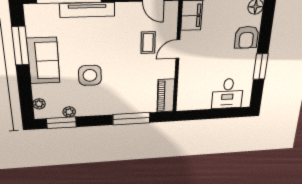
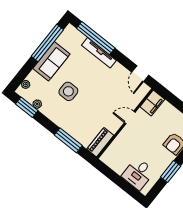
coffee table: (148, 43) -> (116, 99), removed
window: (20, 46) -> (47, 43), width x1.46

